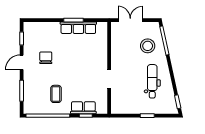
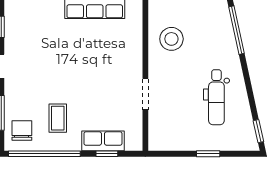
stool: (148, 46) -> (171, 39), moved
chair: (46, 58) -> (22, 131), moved
dental chair: (152, 81) -> (216, 97), turned 180

